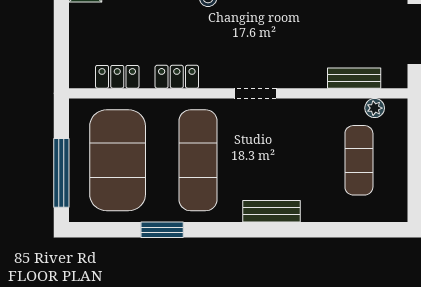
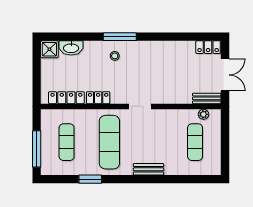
locker: (117, 77) -> (66, 98), width x1.53
bench: (354, 78) -> (207, 98), moved
exercise mat: (118, 160) -> (67, 142), width x0.50, depth x0.69

